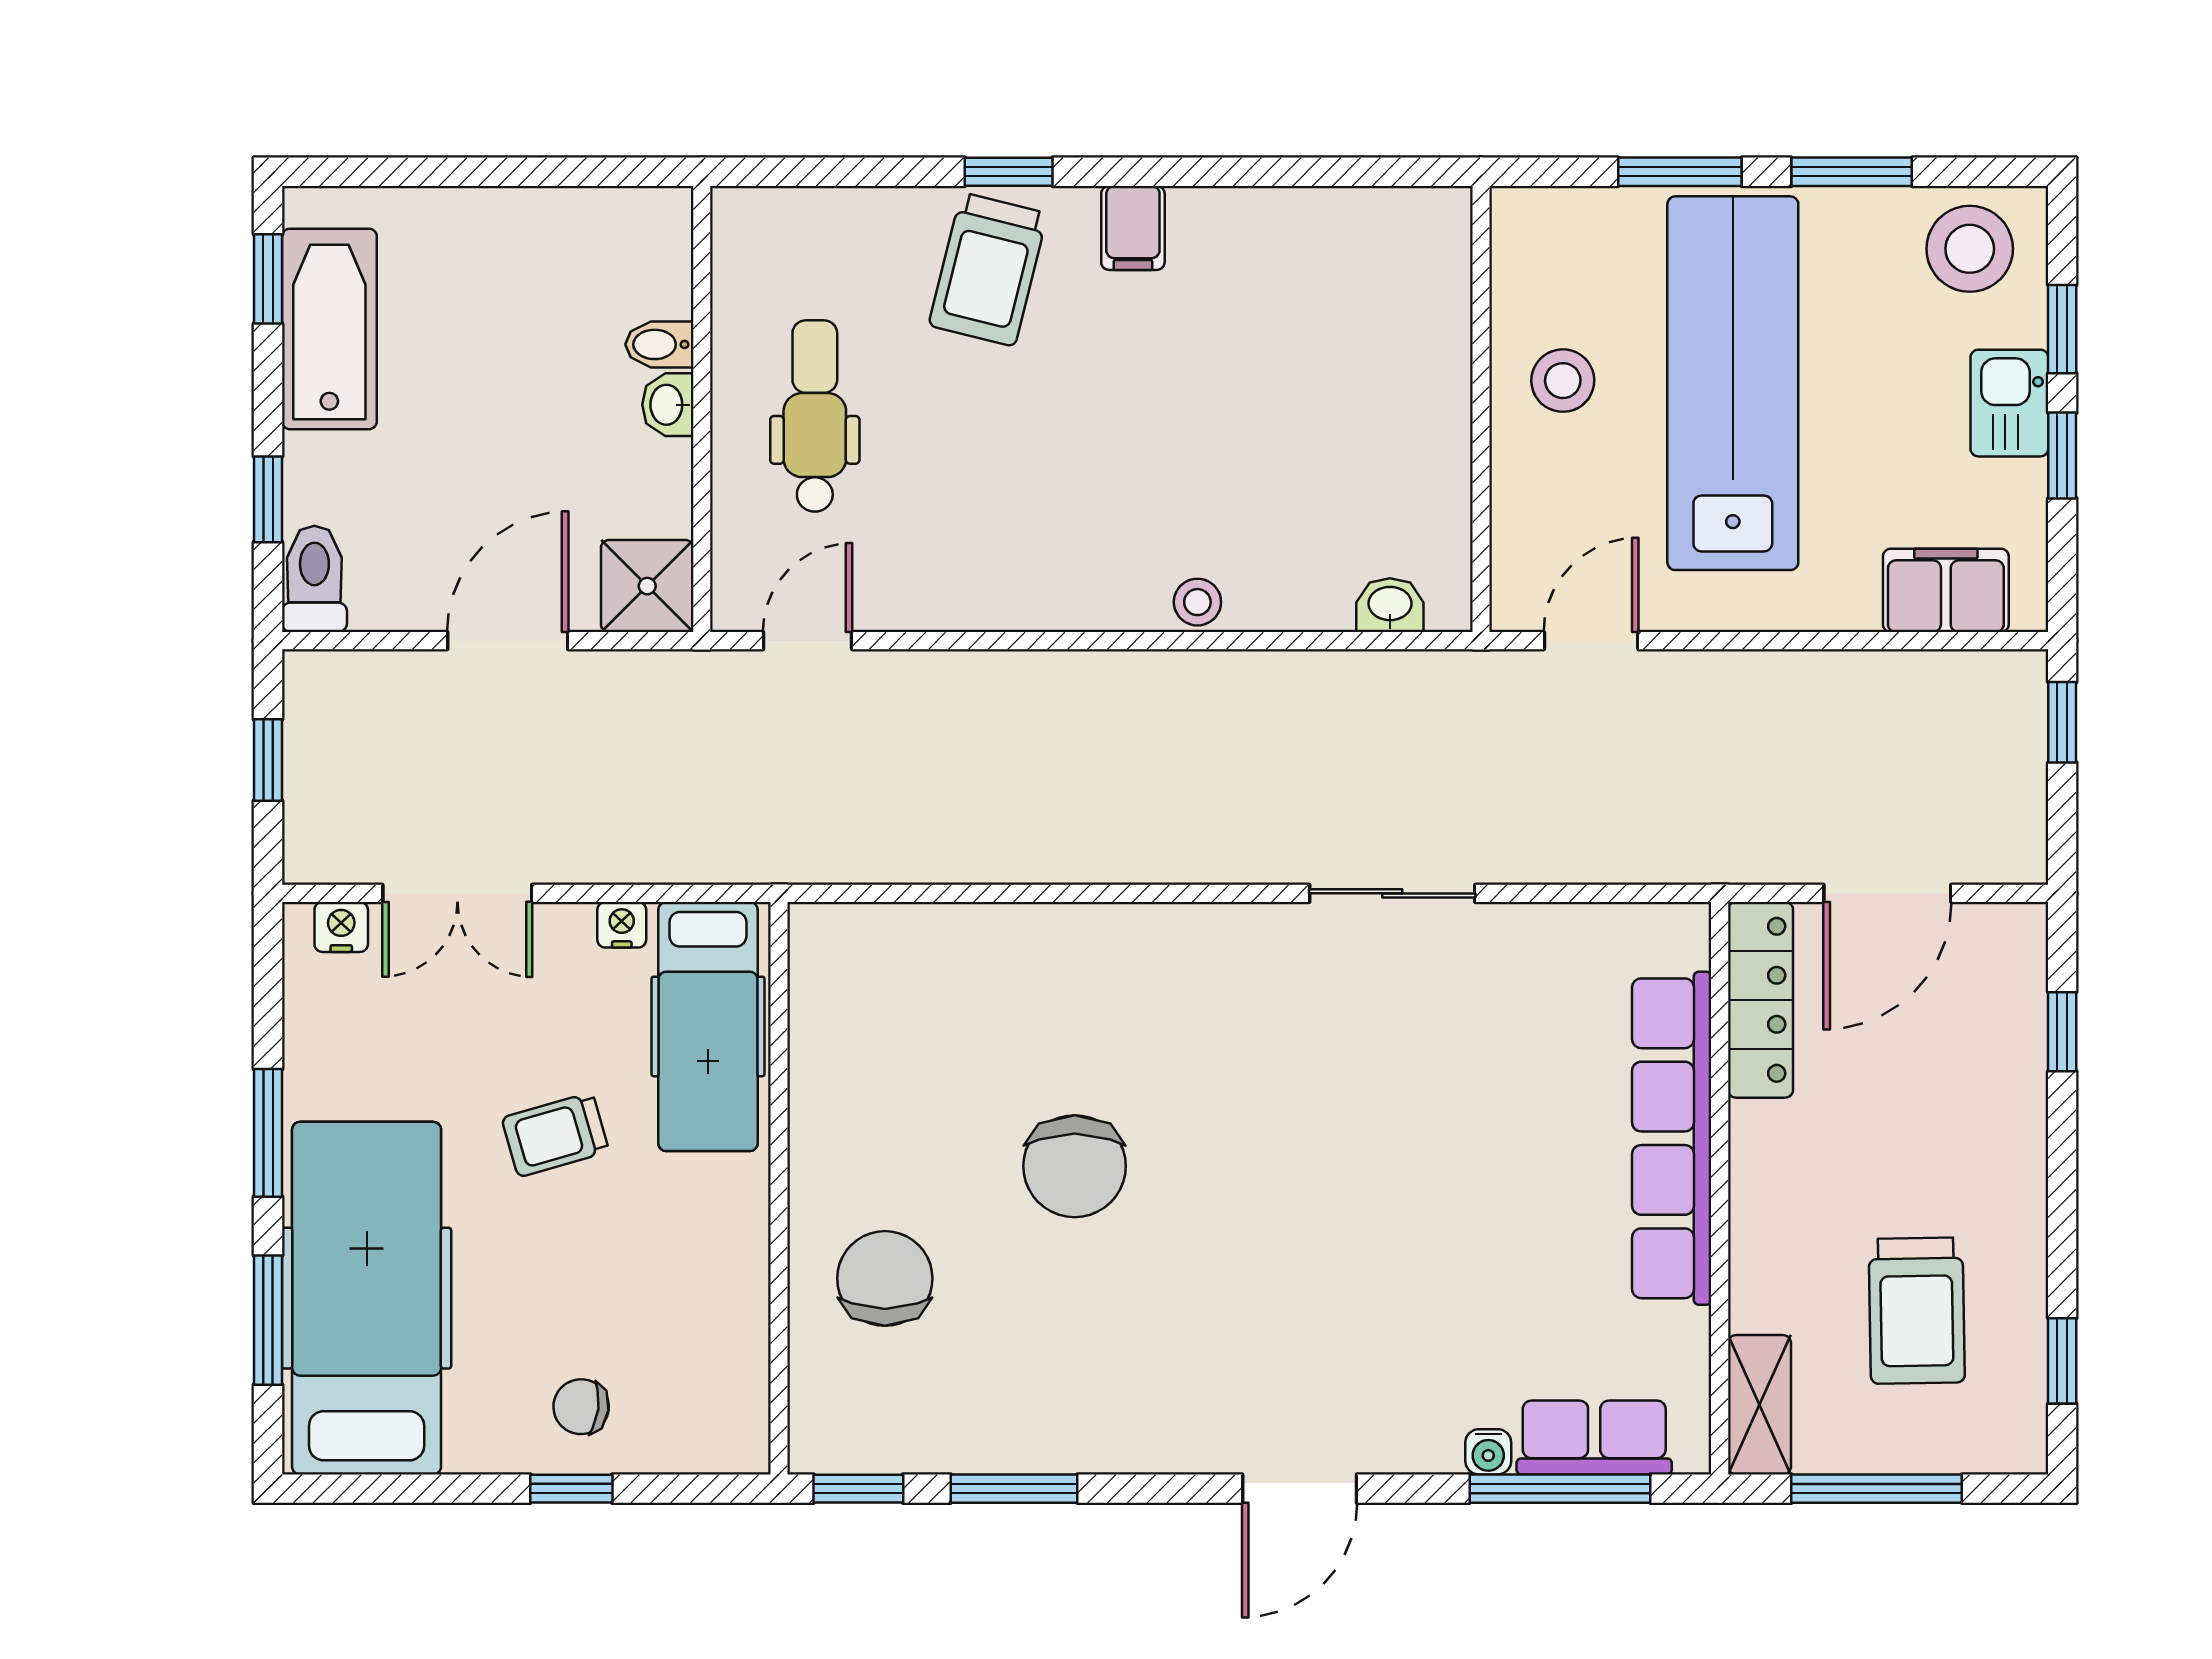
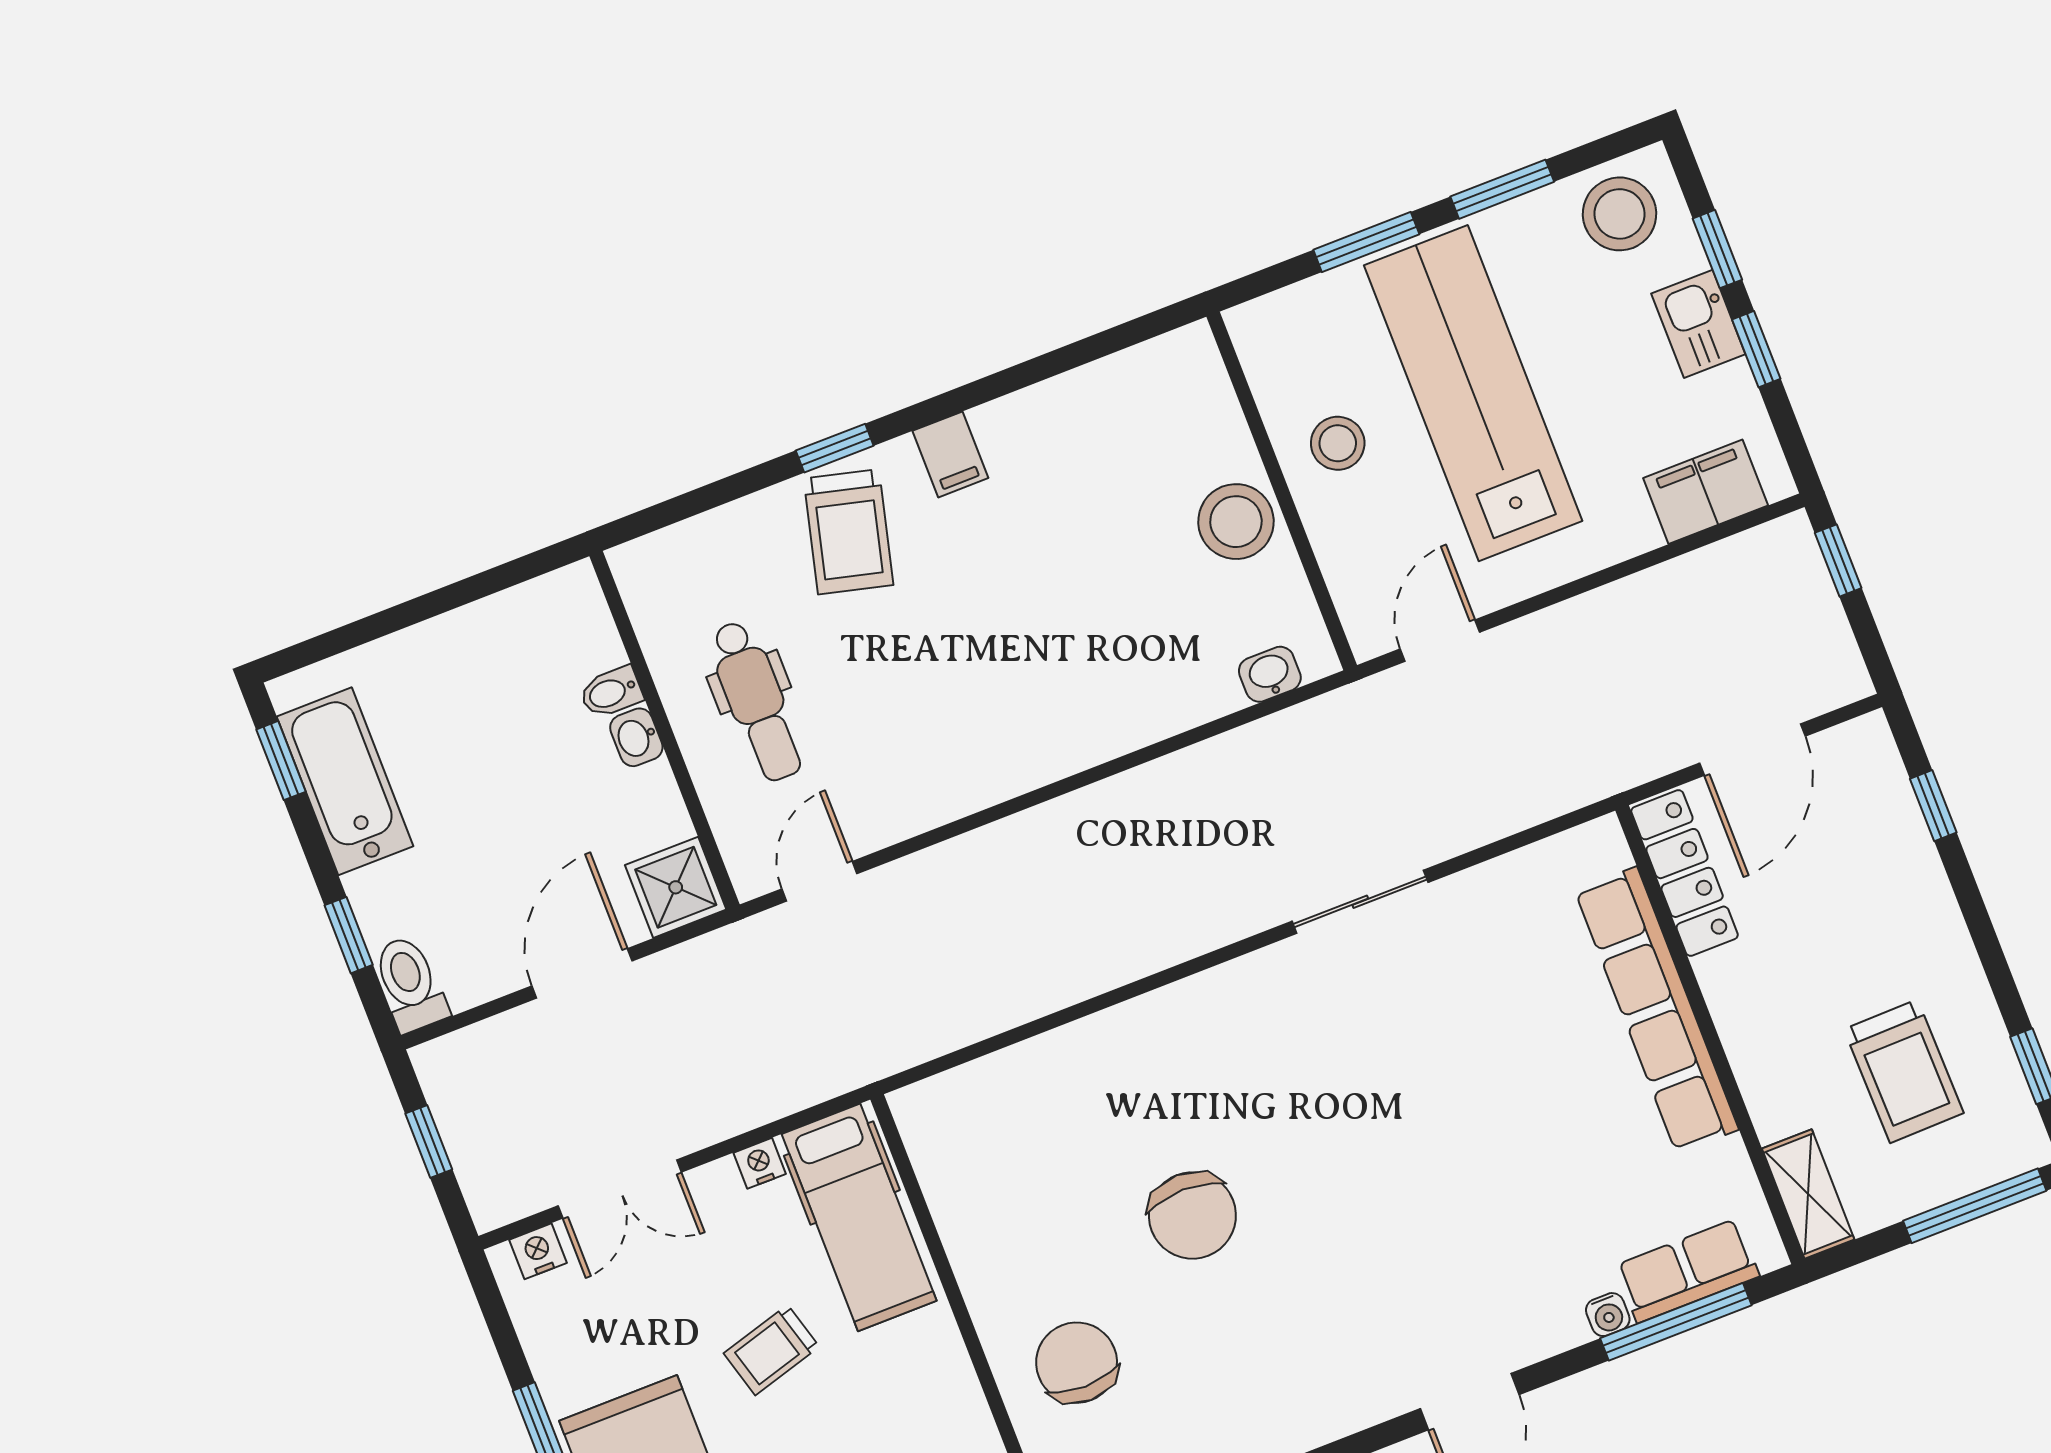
dental chair: (815, 416) -> (756, 701), turned 180
stool: (1197, 602) -> (1236, 522), moved, width x1.89, depth x1.89
window: (1877, 1489) -> (1975, 1206), moved

